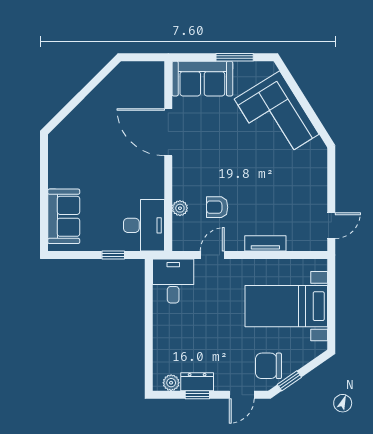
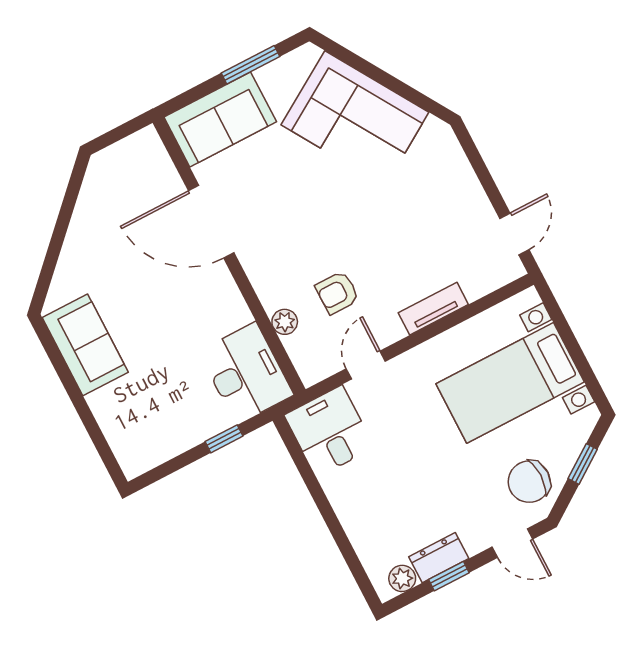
sofa: (64, 216) -> (85, 345), moved
window: (289, 381) -> (583, 464), moved
door: (242, 395) -> (512, 543), hinge flipped

